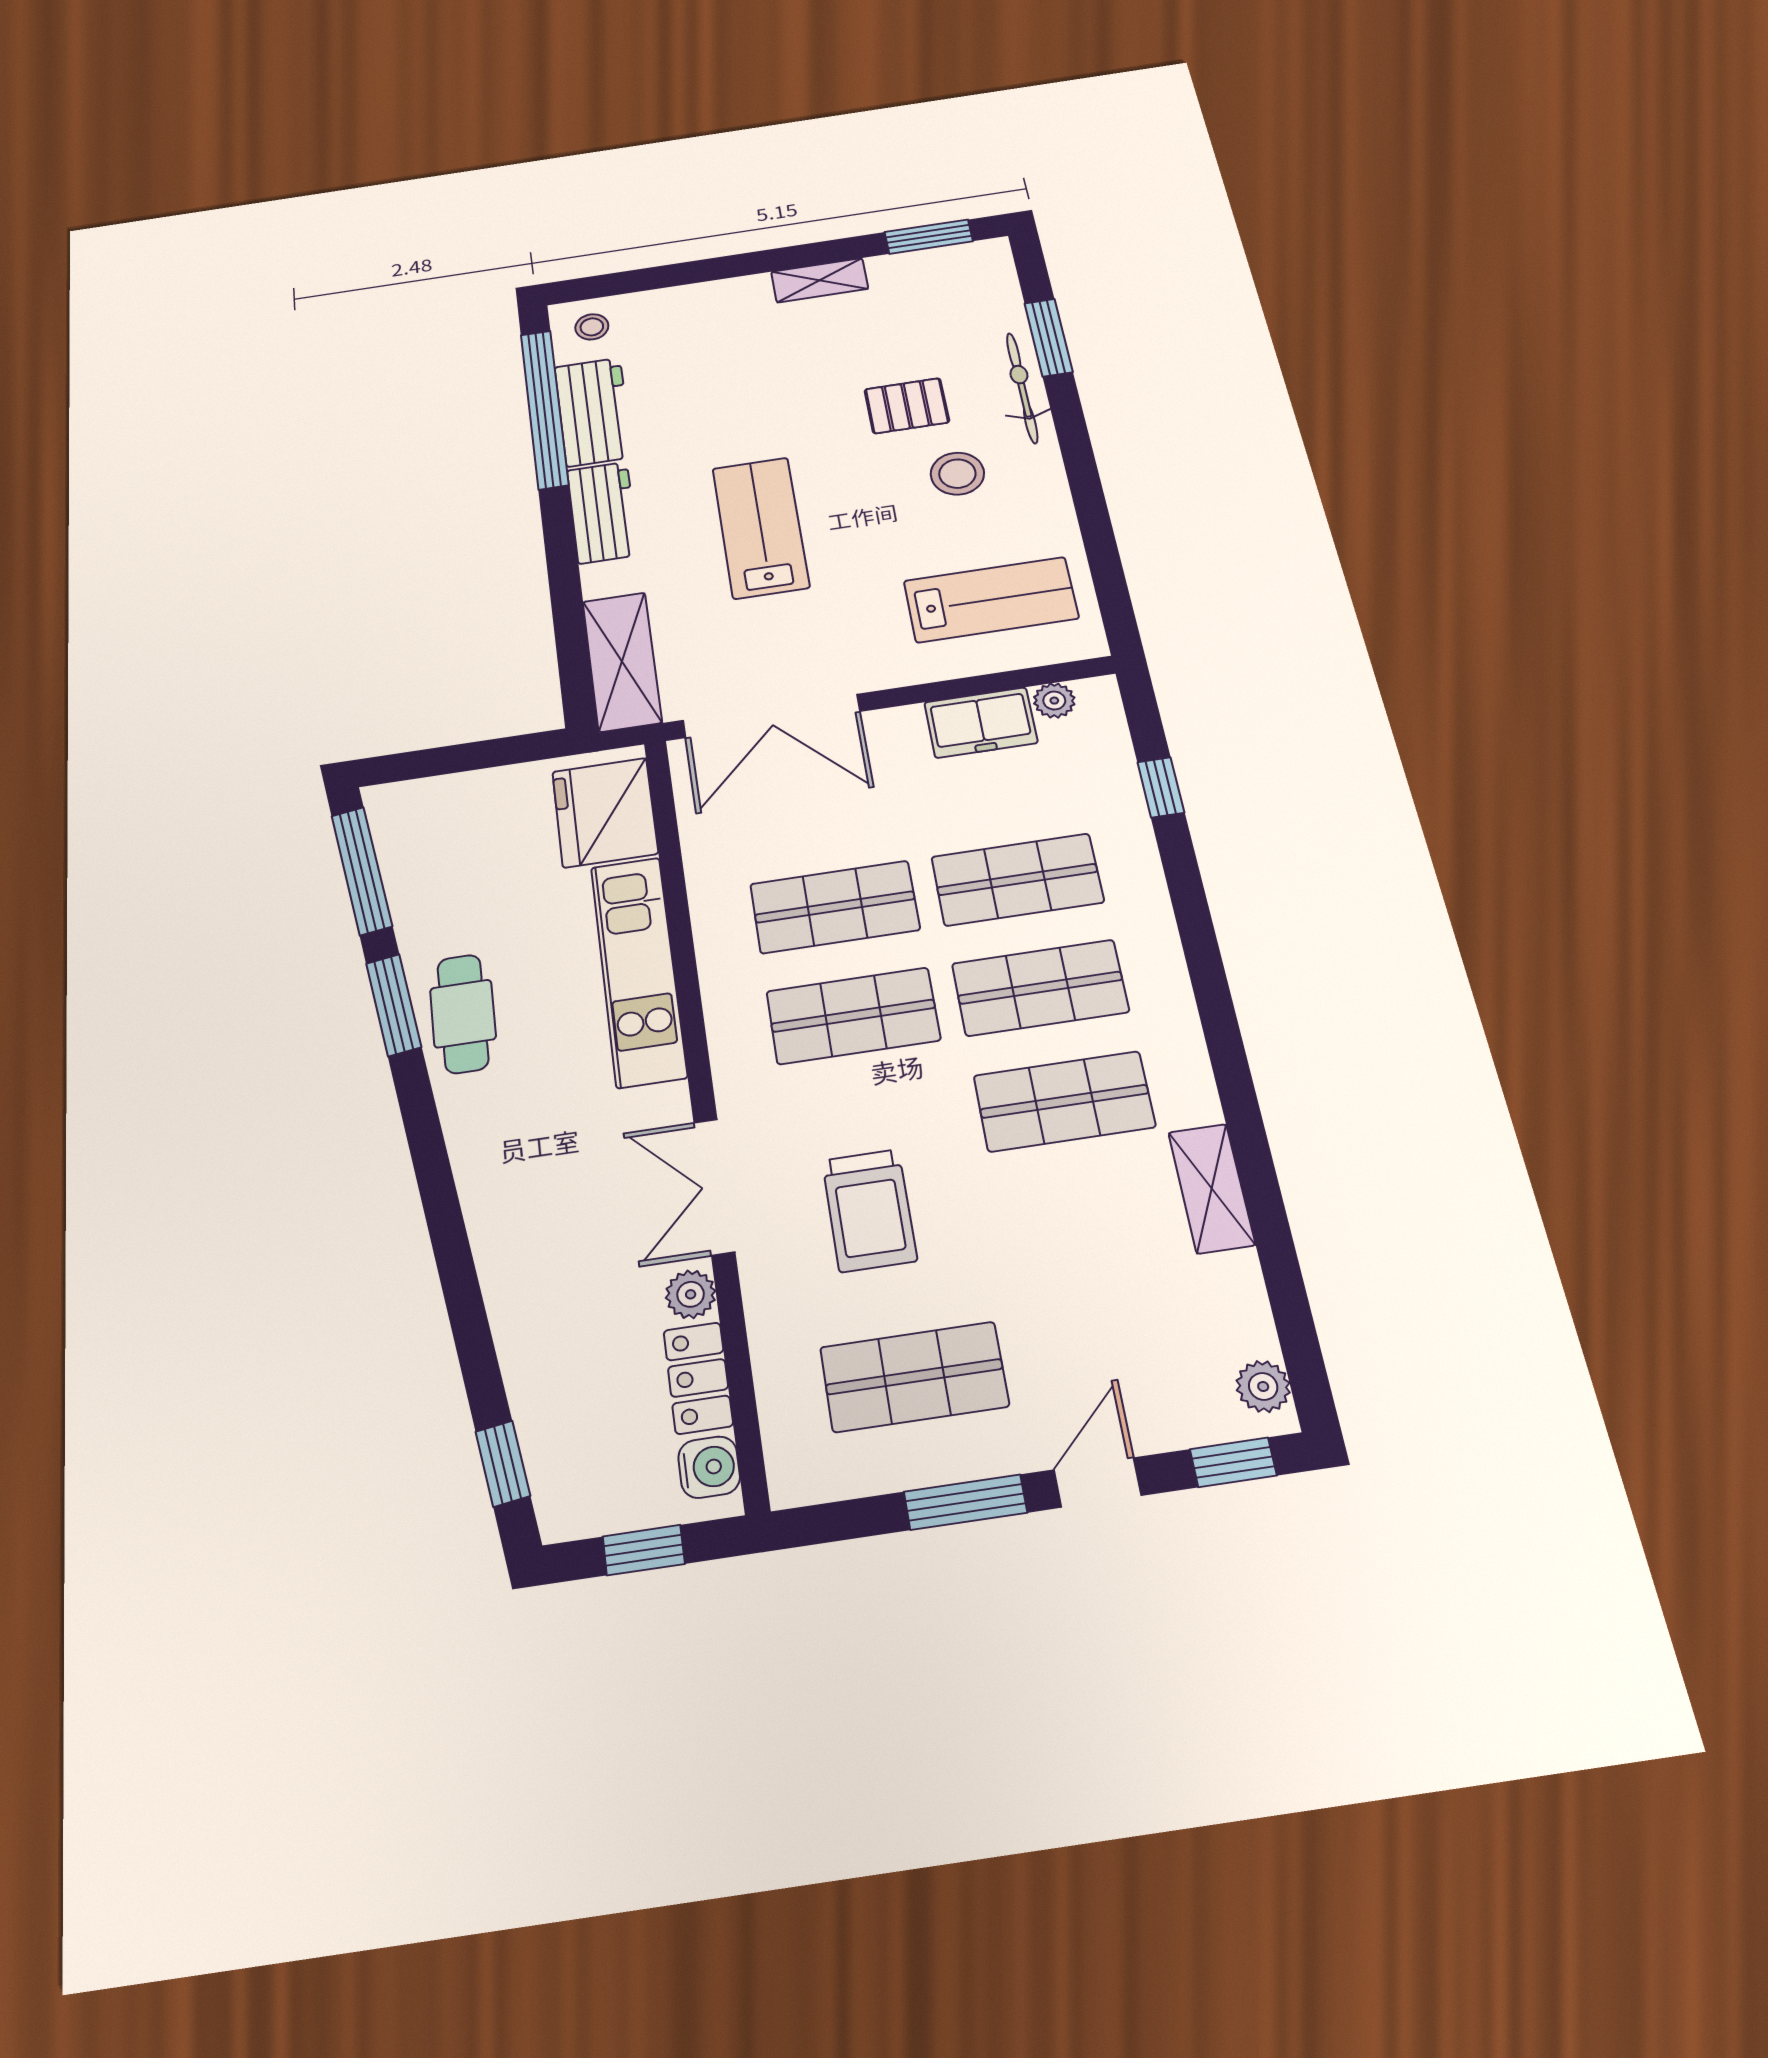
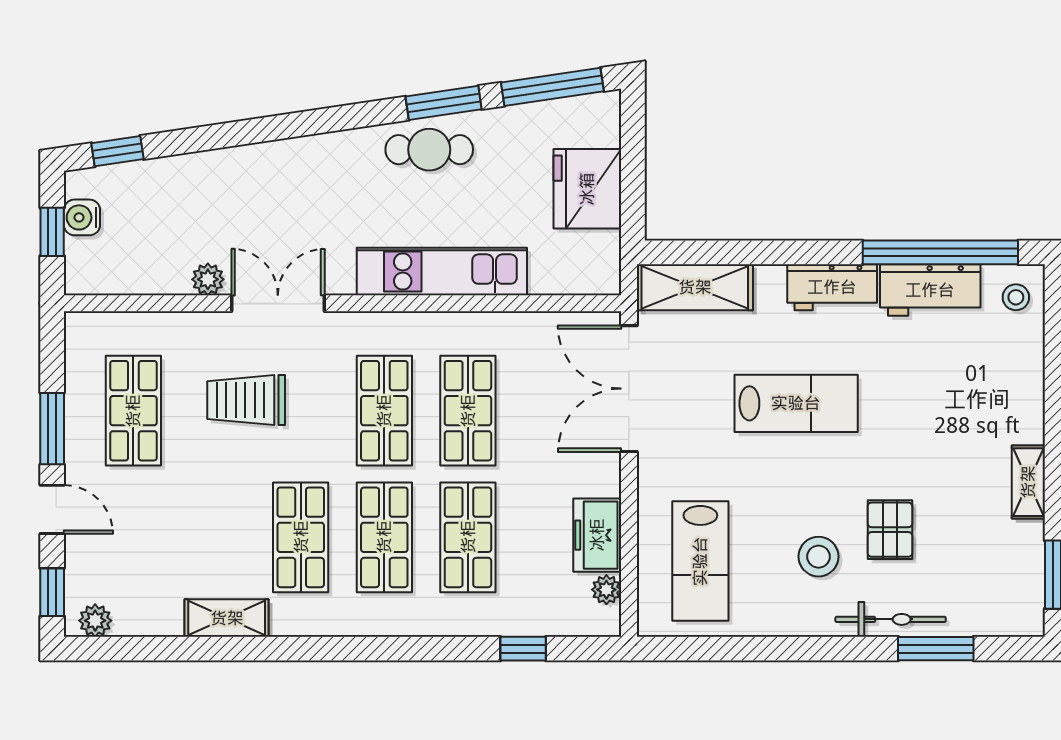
fridge: (605, 812) -> (587, 189), moved, turned -90
locker: (698, 1378) -> (153, 277), removed
water cooler: (709, 1467) -> (82, 217), moved, turned 90

